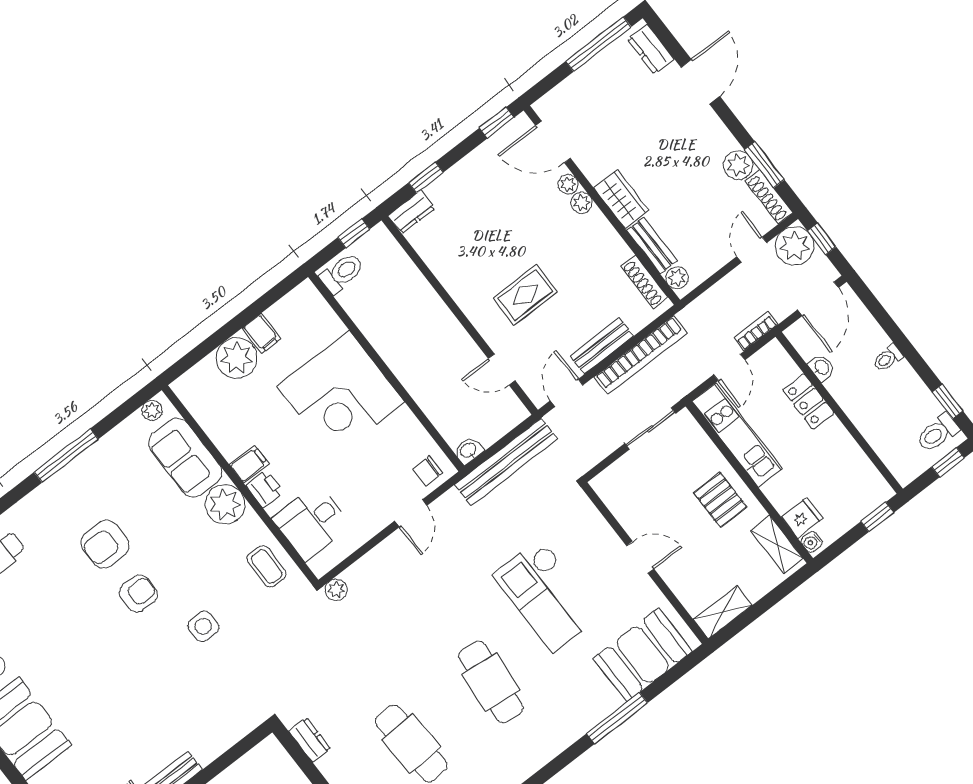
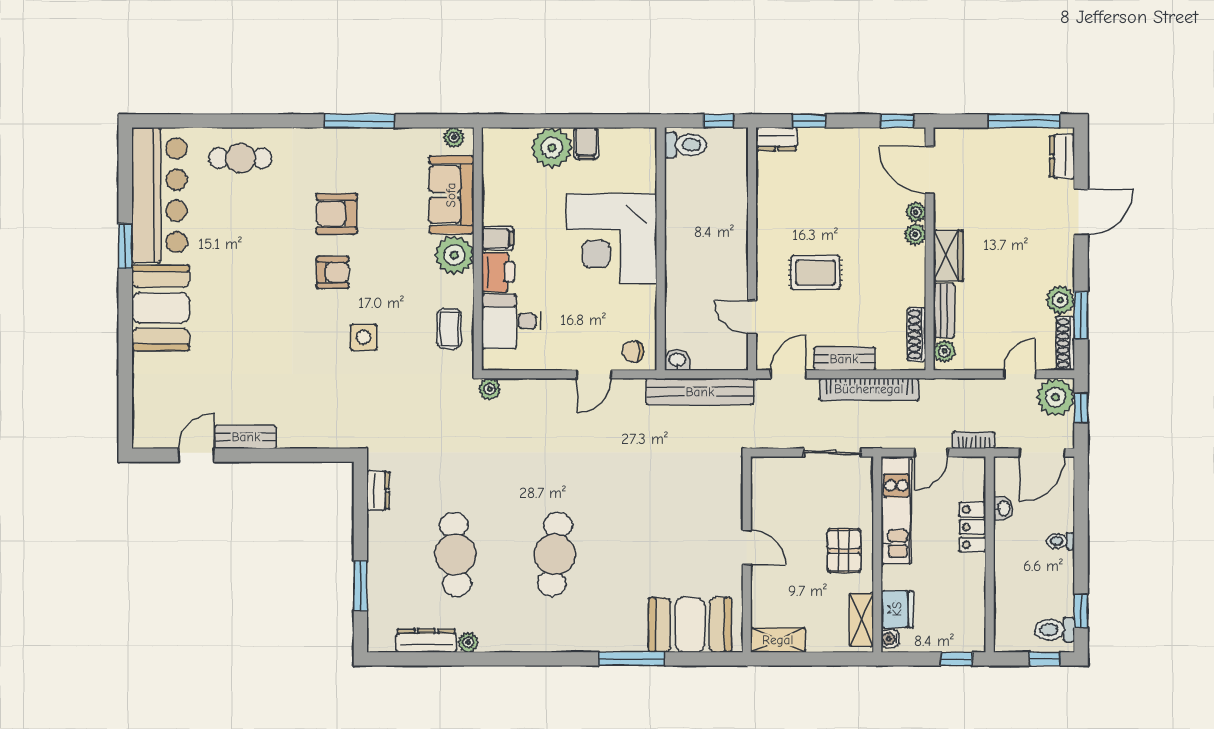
printer: (265, 489) -> (498, 272), width x1.36, depth x1.24
fridge: (802, 518) -> (897, 609), width x1.38
checkout: (547, 595) -> (651, 520), removed

